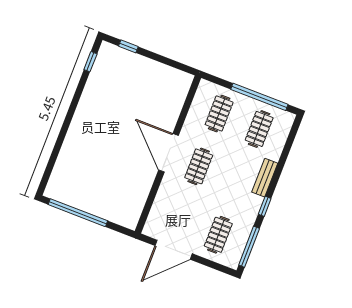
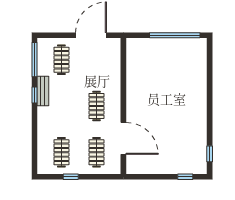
window: (259, 97) -> (71, 177), width x0.32
door: (169, 153) -> (123, 138), moved
bench: (265, 178) -> (43, 91), moved

